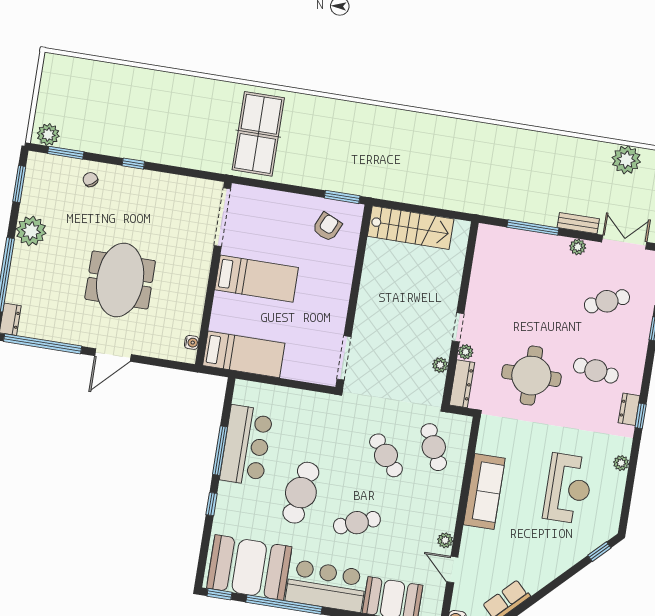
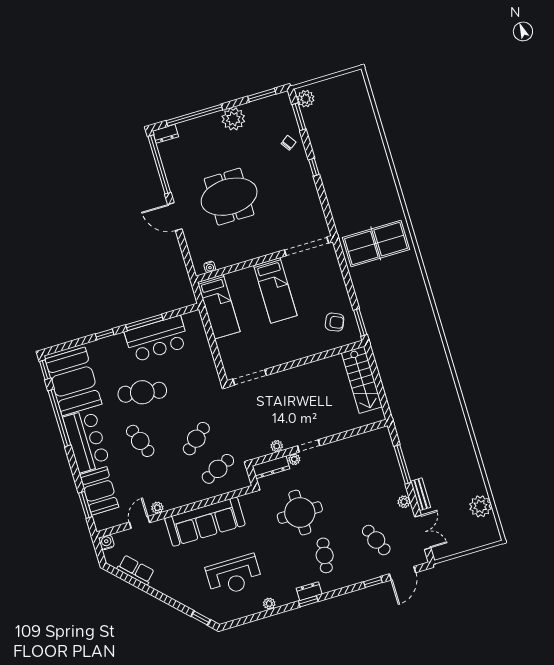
sofa: (484, 492) -> (205, 522), width x1.36, depth x1.27

